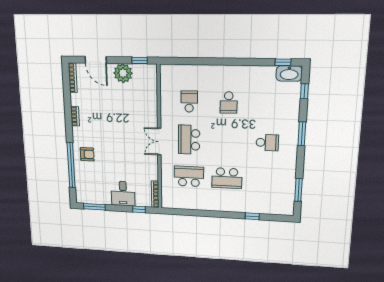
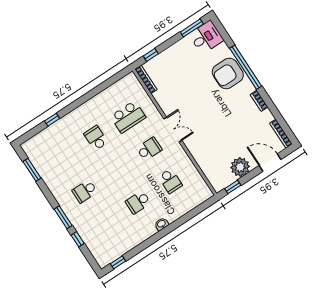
washbasin: (289, 73) -> (162, 224), moved, width x0.52, depth x0.69
window: (304, 91) -> (78, 239), moved
school desk: (229, 103) -> (138, 202), turned -90
school desk: (189, 140) -> (149, 149), width x0.54
armchair: (87, 154) -> (228, 73), width x1.88, depth x1.88
window: (71, 165) -> (246, 67), moved
school desk: (227, 178) -> (96, 138), width x0.54
desk: (123, 194) -> (206, 37), moved, turned 90

